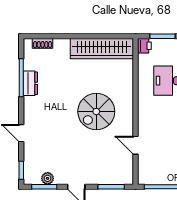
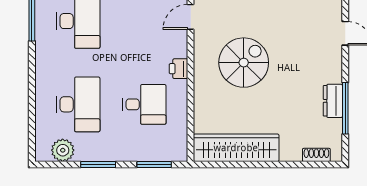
printer: (144, 46) -> (178, 69), moved
door: (136, 145) -> (191, 17), swing flipped

